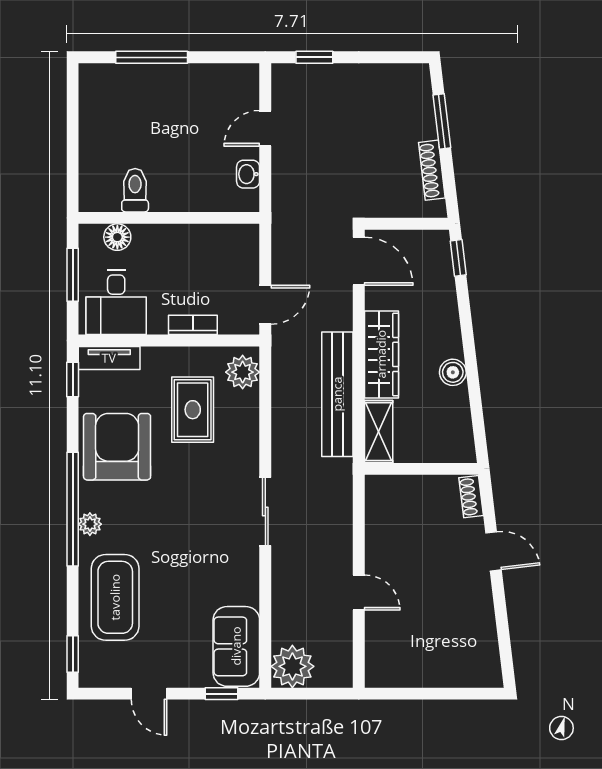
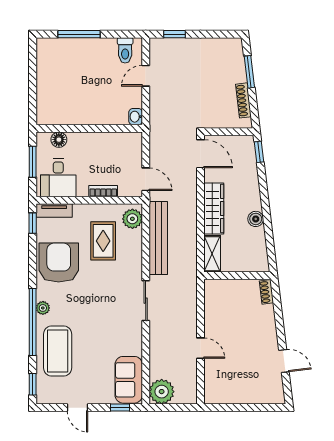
washbasin: (248, 174) -> (136, 117), moved
toilet: (135, 190) -> (125, 50), moved, turned 180
door: (265, 305) -> (146, 179), hinge flipped
bench: (337, 394) -> (158, 238), moved
window: (73, 509) -> (33, 322), moved
door: (493, 551) -> (284, 361), moved

